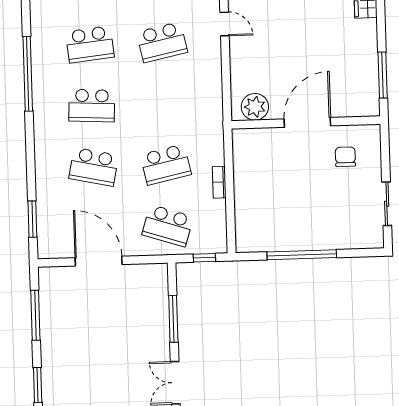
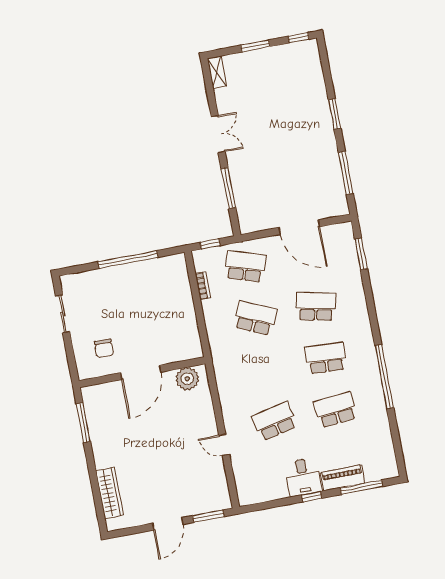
school desk: (166, 165) -> (255, 318), turned 36
bookcase: (219, 182) -> (203, 286), moved

